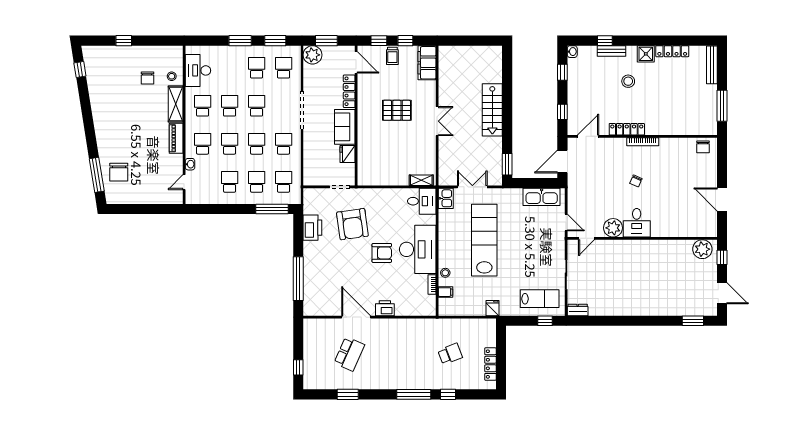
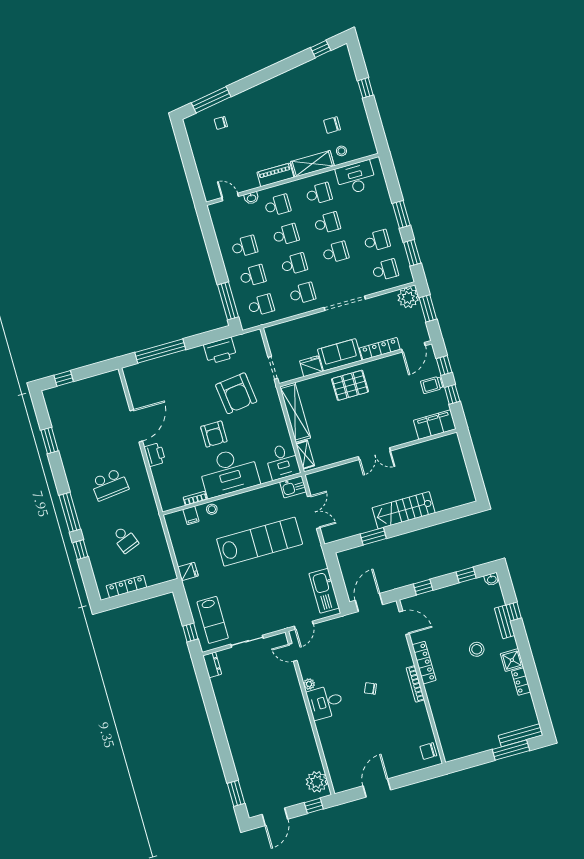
locker: (672, 51) -> (521, 682), width x0.66
window: (722, 106) -> (511, 750), moved
pallet: (397, 110) -> (350, 385), moved, turned 90
door: (562, 161) -> (369, 602), hinge flipped
window: (507, 164) -> (373, 536), moved
chair: (119, 172) -> (221, 123), width x0.54, depth x0.54
shelving: (383, 179) -> (295, 412), added
armchair: (352, 224) -> (236, 393), turned -89
plant: (613, 228) -> (309, 684), width x0.53, depth x0.53
school desk: (349, 354) -> (110, 485), moved, turned -30

